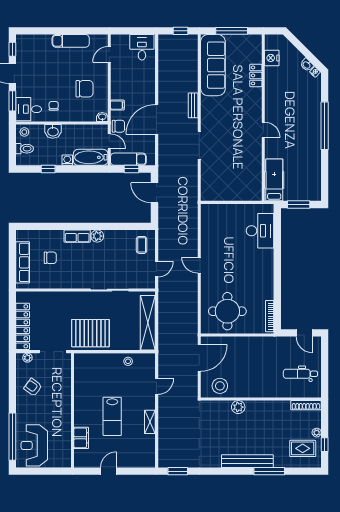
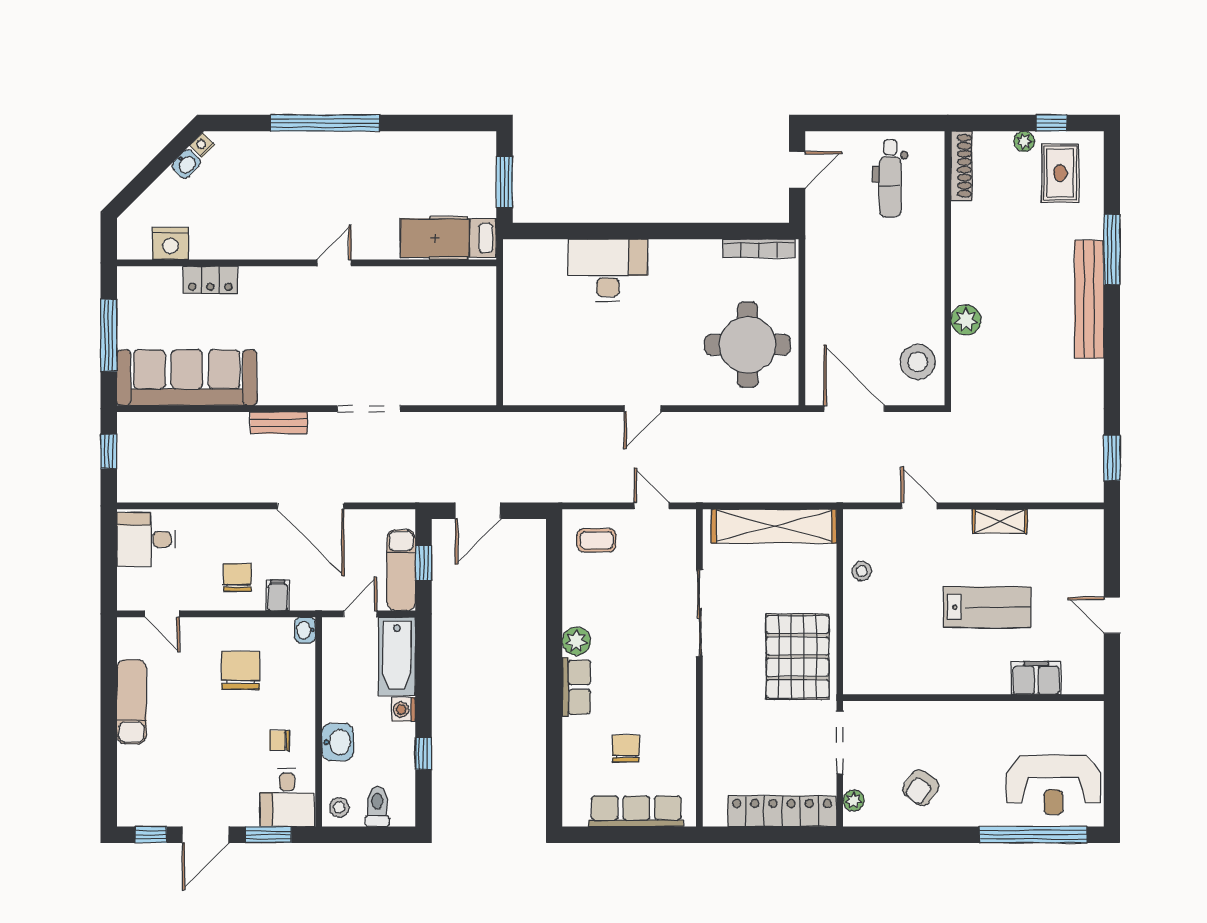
chair: (118, 126) -> (237, 577), moved
desk: (260, 231) -> (608, 270), moved

